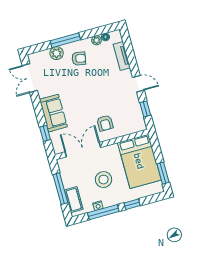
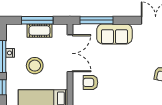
window: (45, 133) -> (97, 20), width x2.17
cot: (74, 200) -> (40, 31), moved

